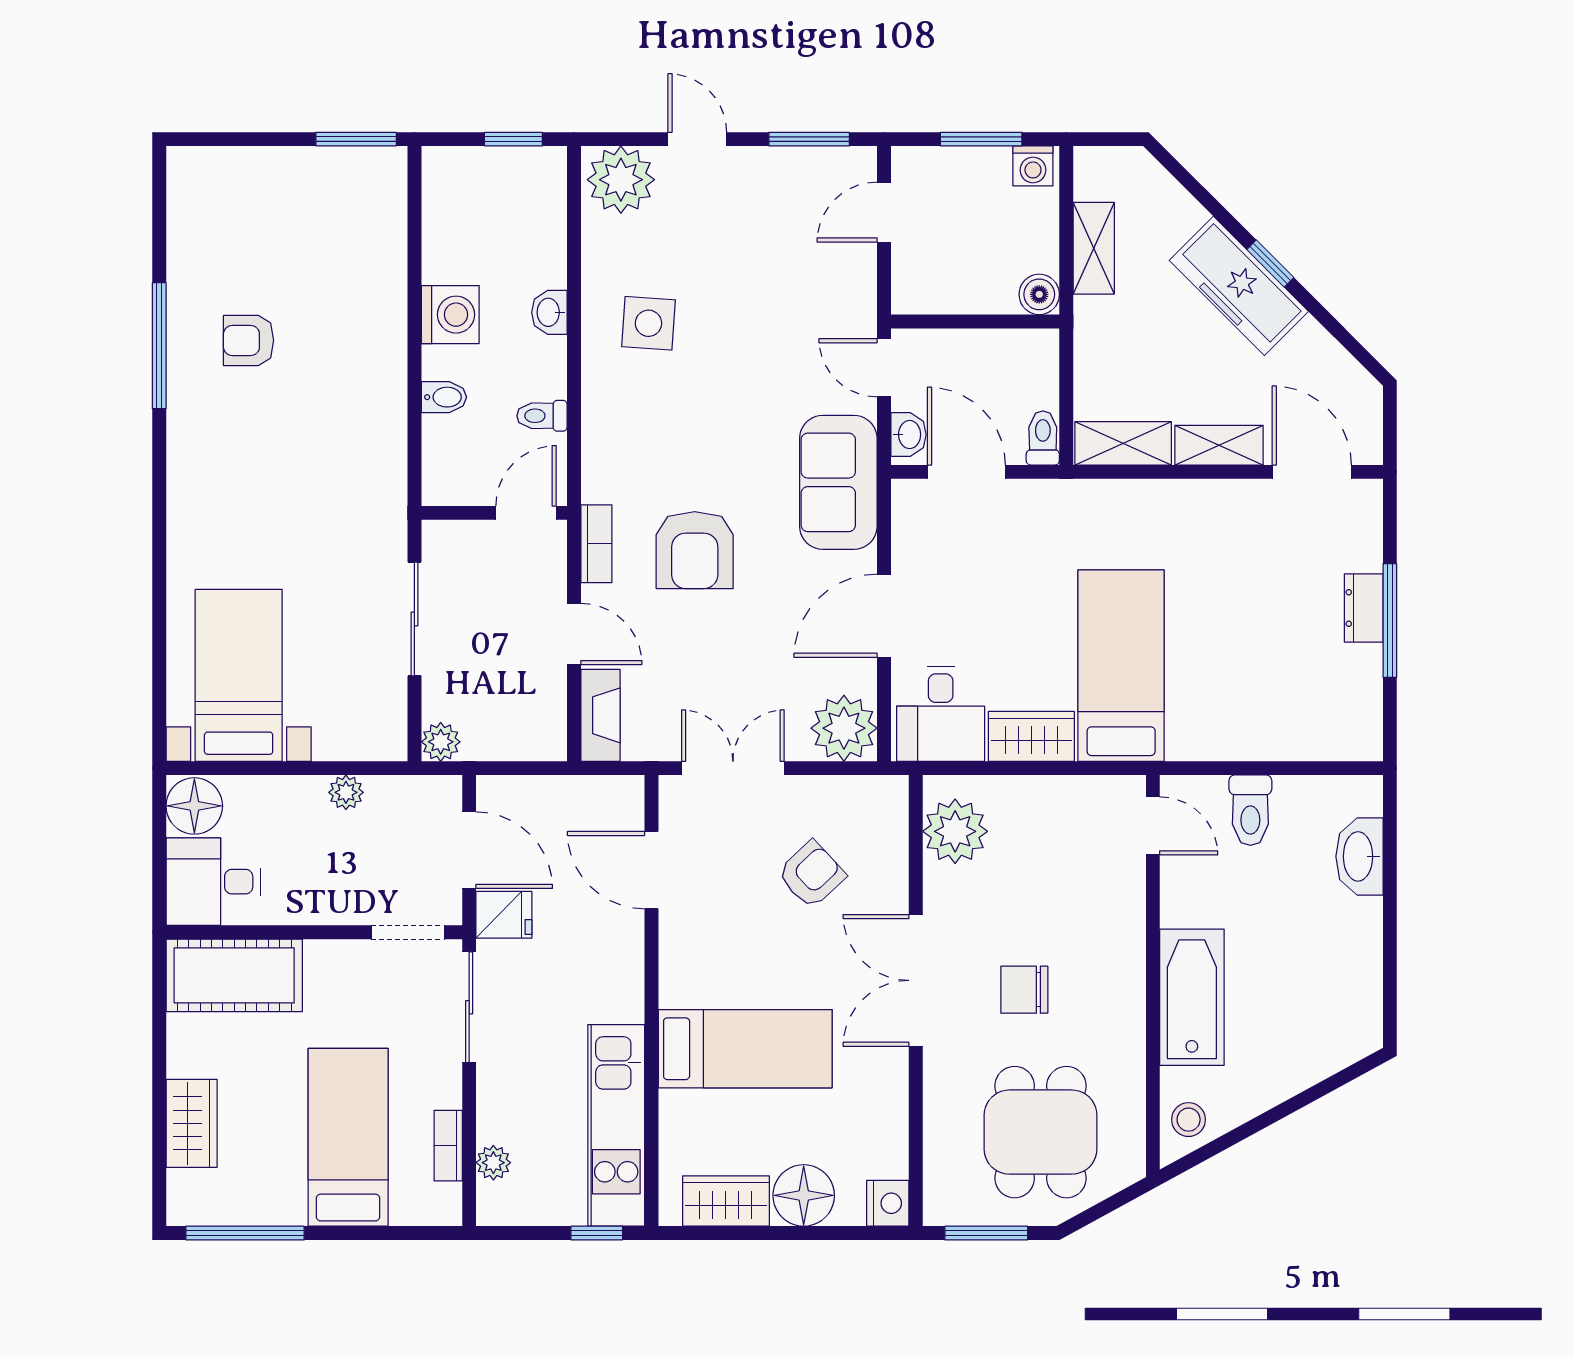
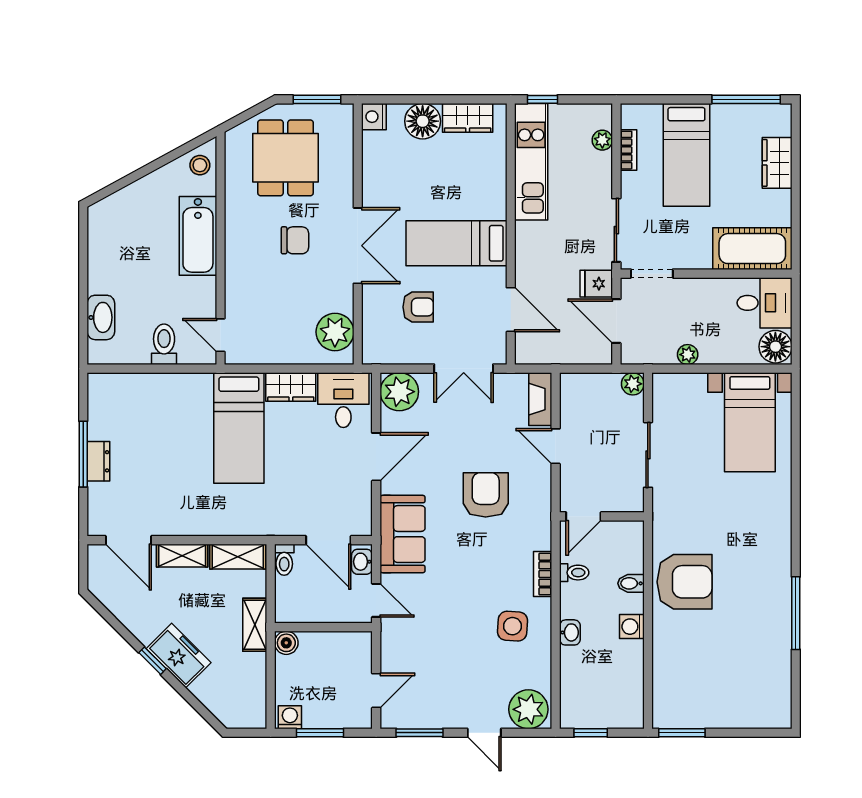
shelving: (1094, 248) -> (255, 625), moved
freezer: (1239, 286) -> (179, 656), width x0.71
washing machine: (450, 315) -> (632, 627), width x0.73, depth x0.73
armchair: (248, 340) -> (685, 582), moved, width x1.88, depth x1.88
bookcase: (596, 544) -> (543, 574), moved
armchair: (811, 874) -> (418, 307), turned -137
bed: (745, 1049) -> (457, 243), moved

